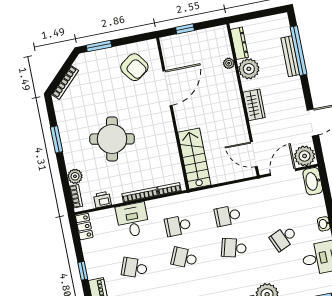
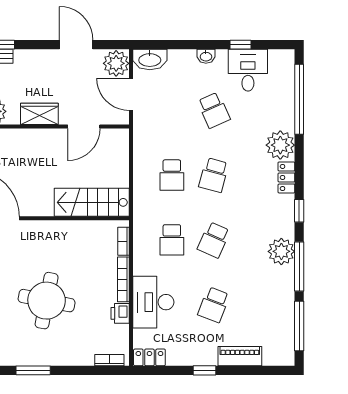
door: (254, 154) -> (84, 126), moved
plant: (75, 176) -> (84, 356), removed
printer: (102, 200) -> (120, 313), moved
desk: (133, 220) -> (153, 302), width x1.37

